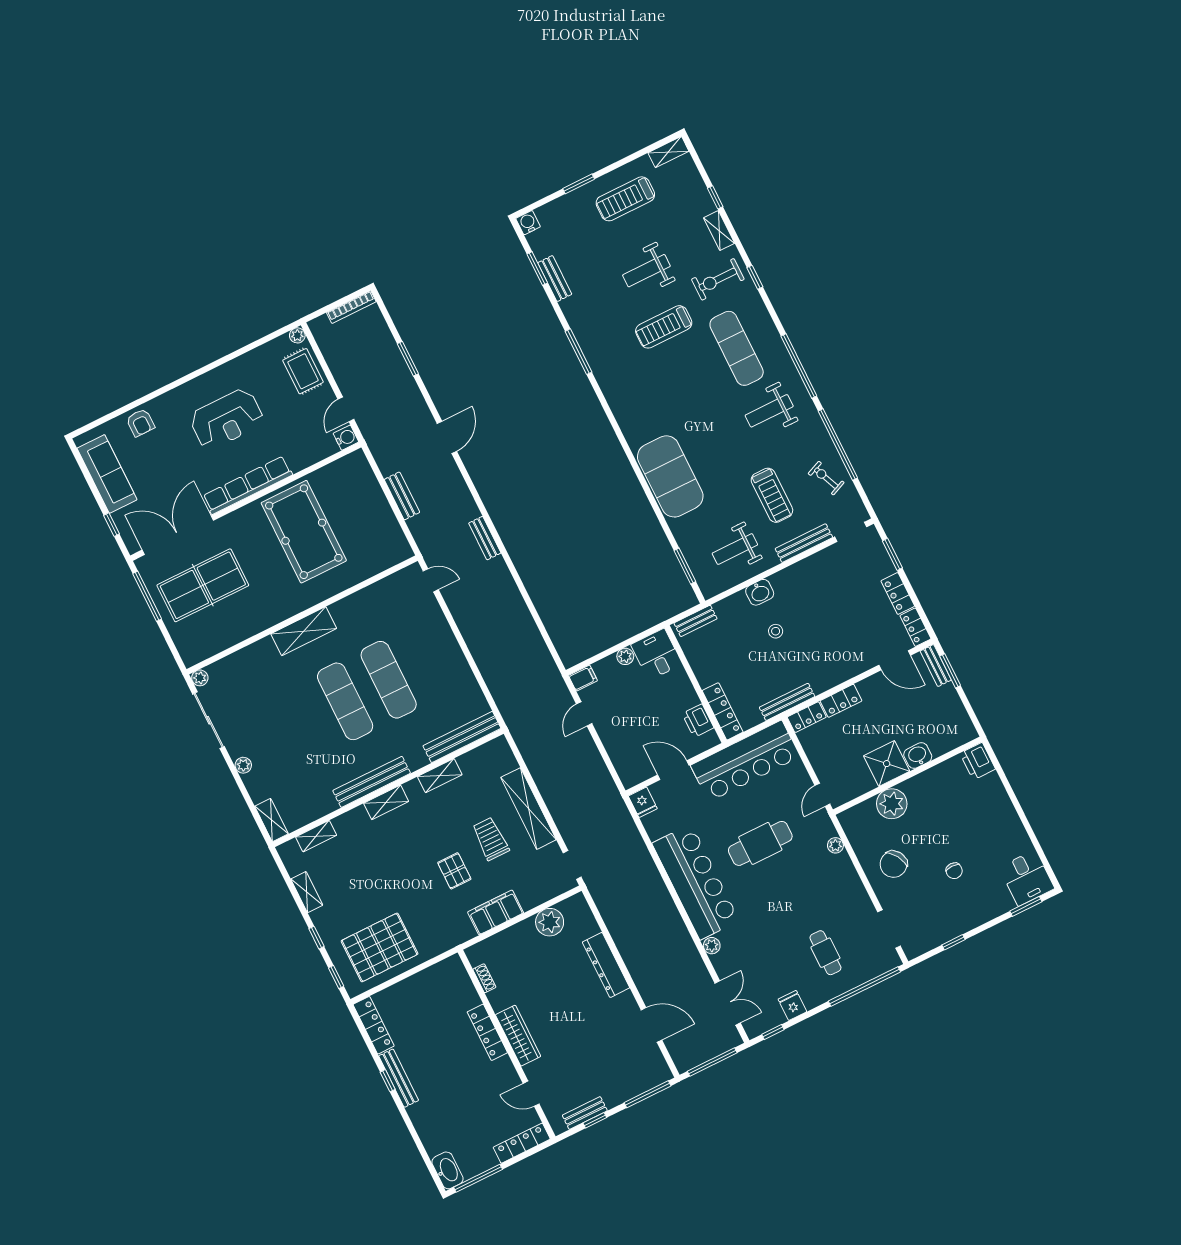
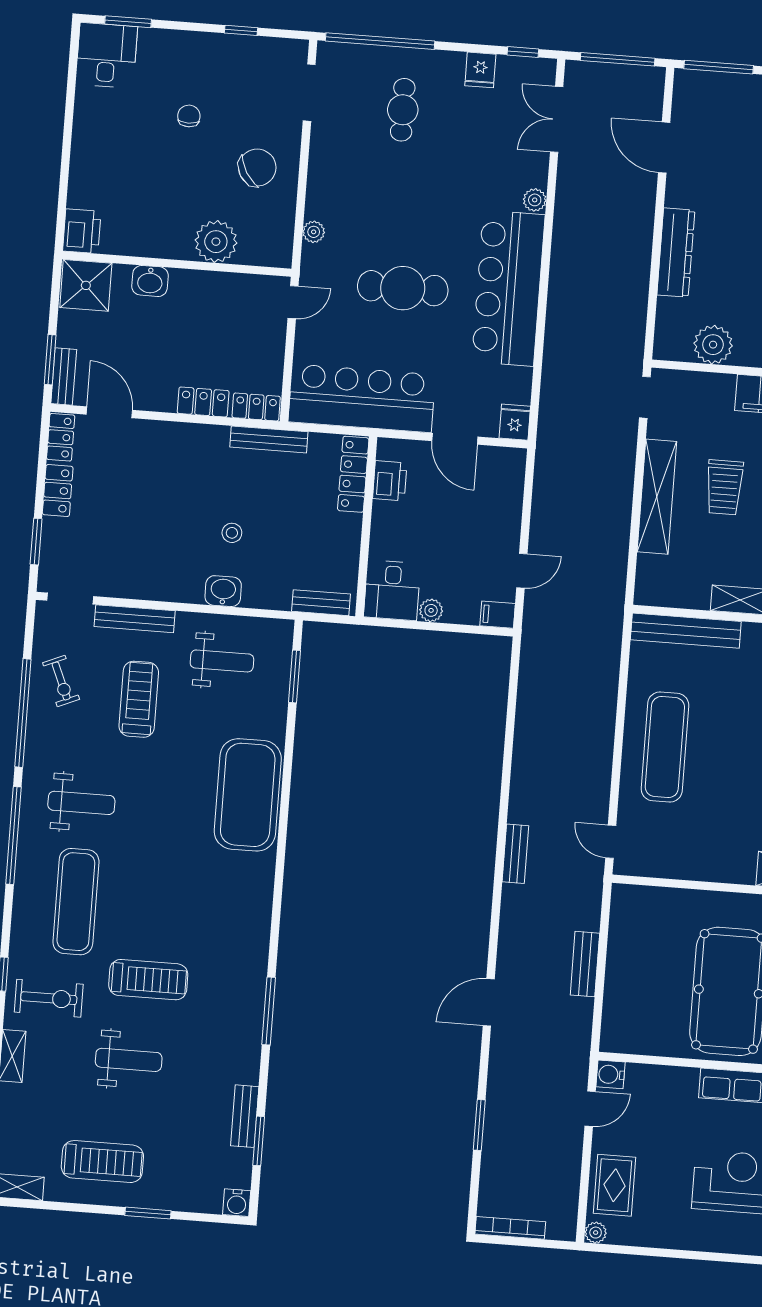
exercise mat: (389, 680) -> (665, 747), moved
shower: (887, 764) -> (86, 285), moved

